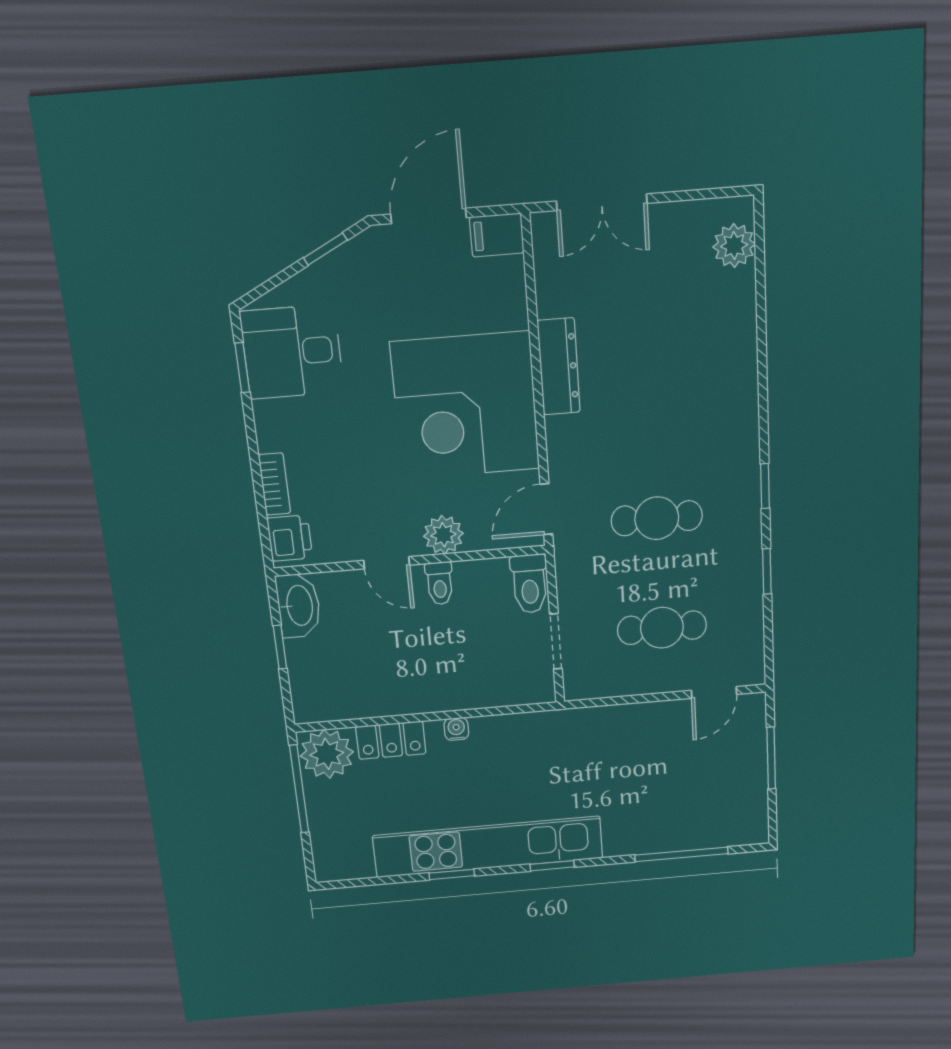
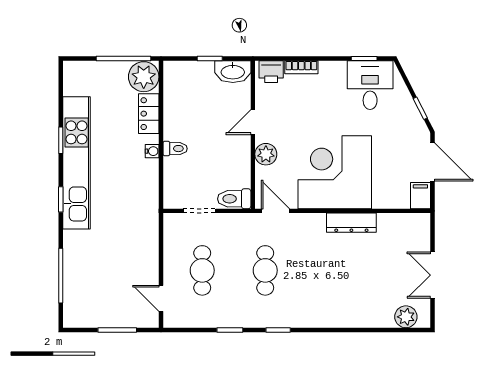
double door: (602, 202) -> (432, 275), moved
toilet: (440, 583) -> (175, 149), moved, turned 180

